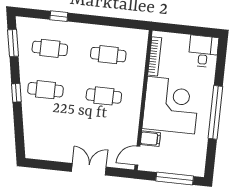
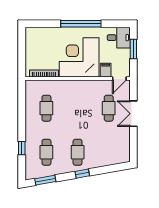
desk: (203, 51) -> (119, 38), moved, turned 180
cafe table: (104, 96) -> (109, 108), moved
door: (137, 156) -> (119, 79), hinge flipped
window: (175, 178) -> (133, 49), width x0.69

